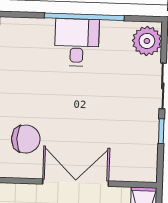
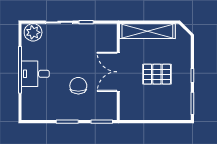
chair: (26, 139) -> (78, 86), moved

